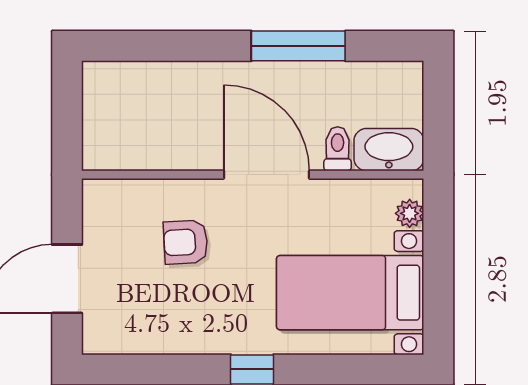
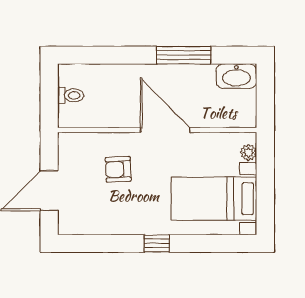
toilet: (338, 149) -> (71, 95), moved, turned 90
washbasin: (389, 150) -> (236, 76), moved, turned 180

